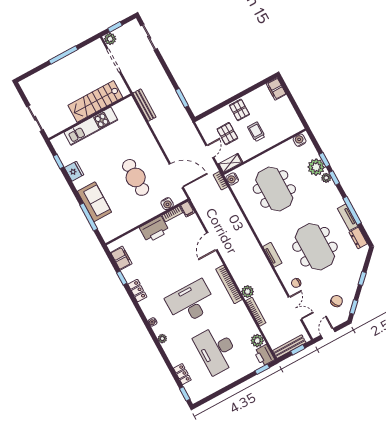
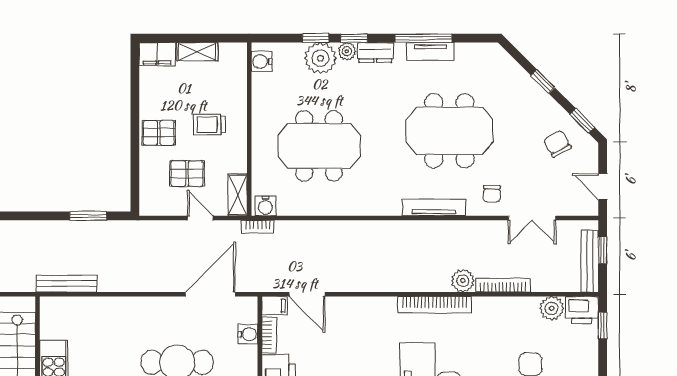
shelving: (288, 107) -> (197, 52), added
dresser: (358, 238) -> (375, 52), moved
door: (212, 241) -> (307, 294), moved
tv unit: (272, 255) -> (434, 207), width x1.41
double door: (295, 308) -> (532, 218), swing flipped

